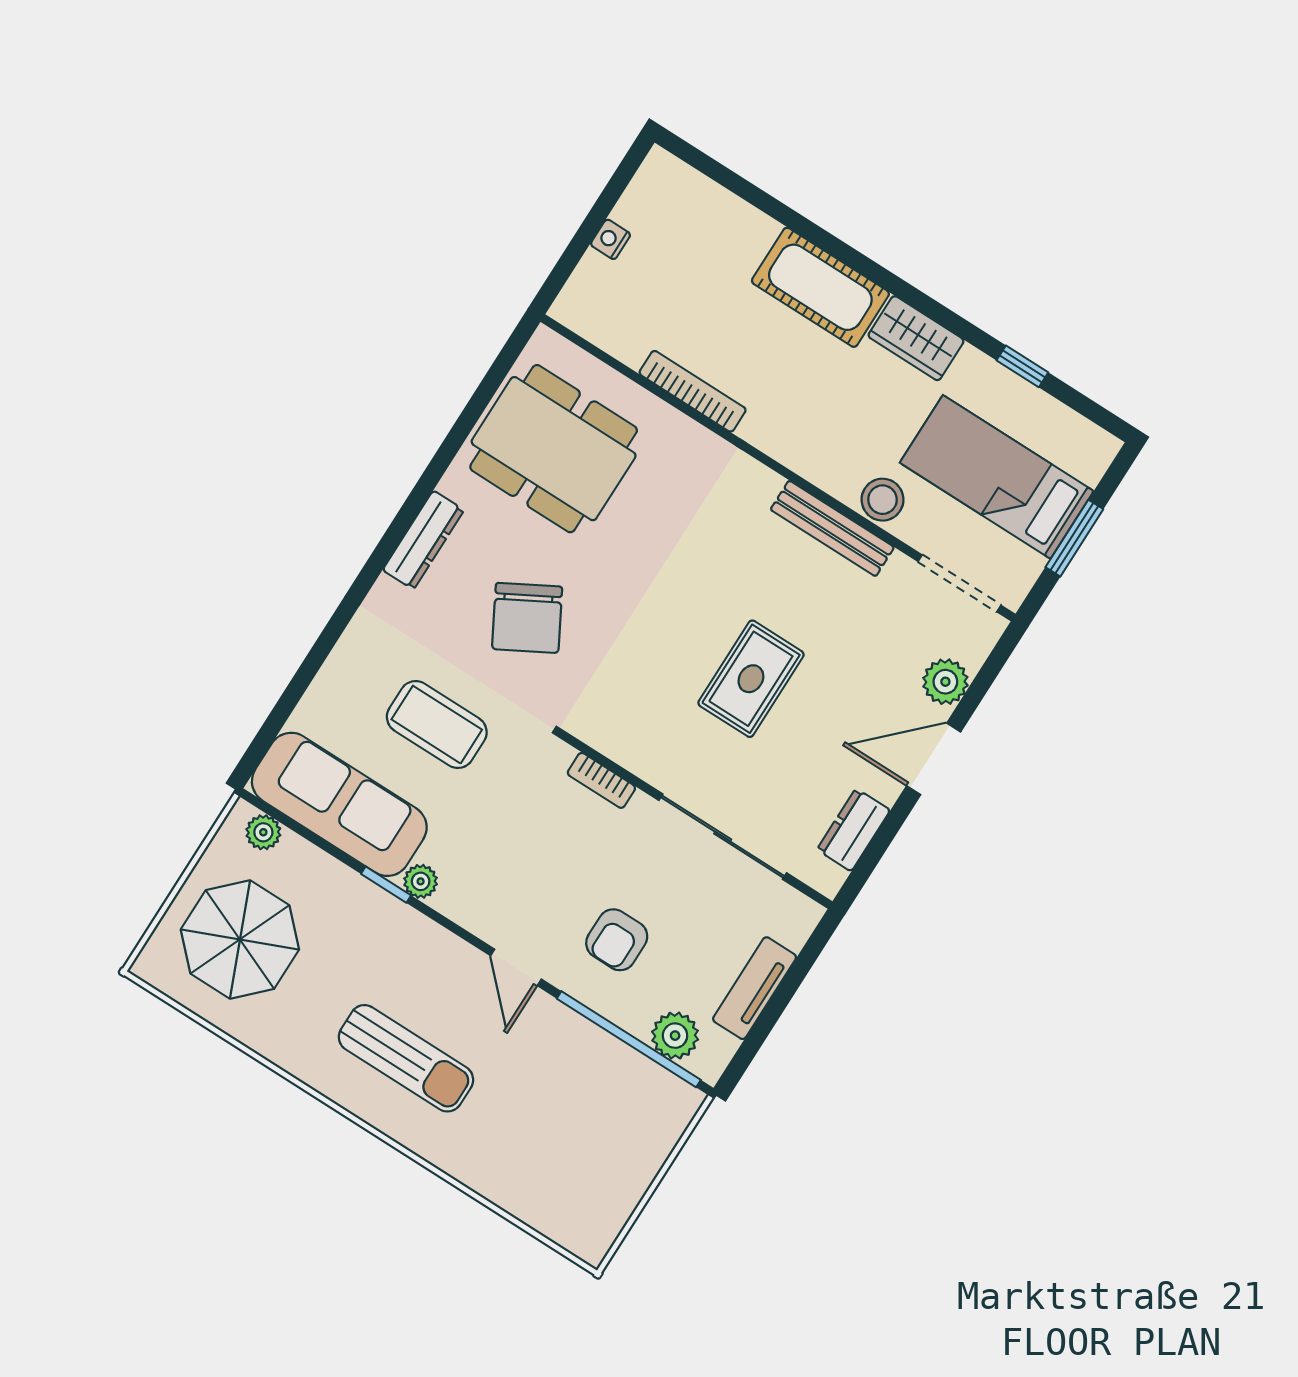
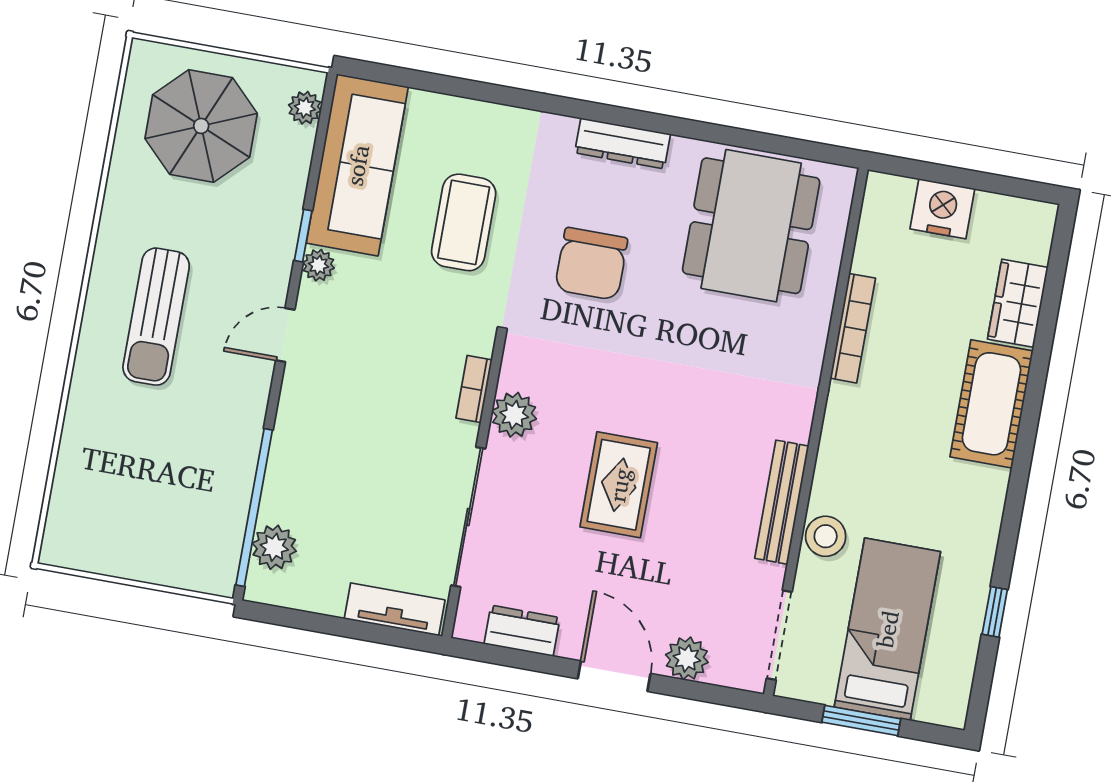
nightstand: (611, 239) -> (942, 209), width x1.89, depth x1.79
wardrobe: (916, 338) -> (1018, 303), moved
chair: (527, 618) -> (591, 264), turned -61
rug: (751, 679) -> (619, 485), turned 90
plant: (642, 752) -> (514, 415), added
armchair: (617, 940) -> (338, 461), removed
door: (516, 967) -> (285, 335), moved
tv unit: (755, 988) -> (395, 609), moved

